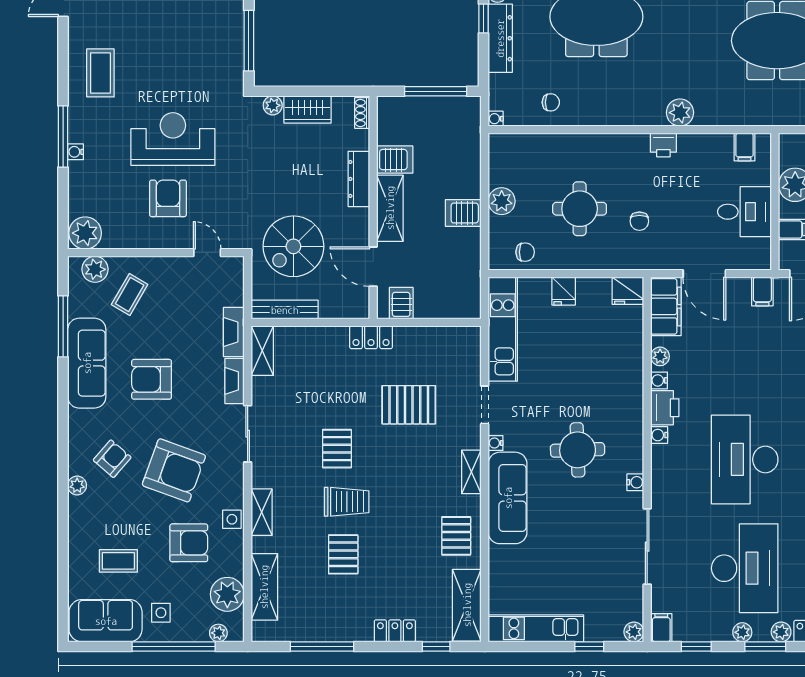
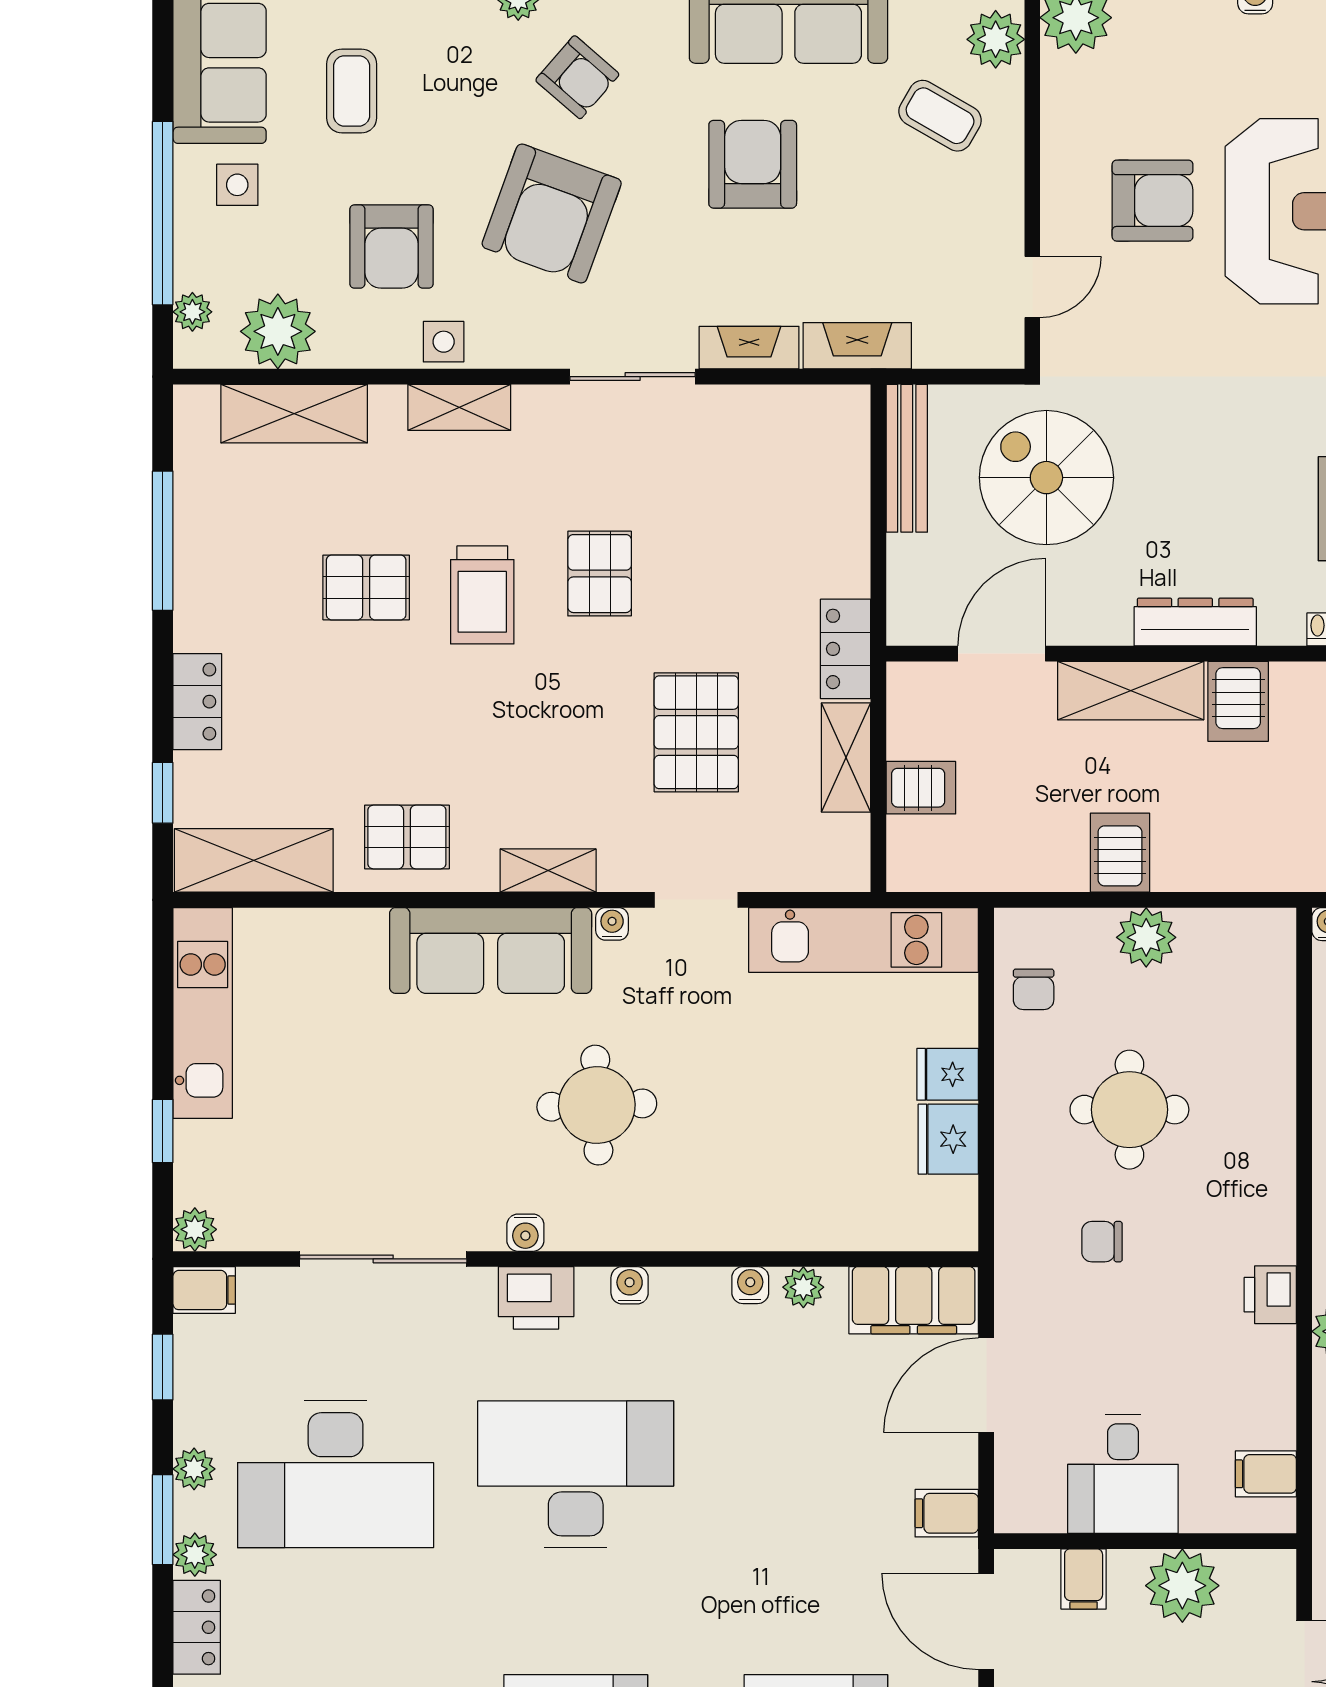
fridge: (628, 291) -> (948, 1139), moved
server rack: (401, 303) -> (921, 788), moved
shelving: (262, 351) -> (846, 757), moved, turned 90
printer: (665, 408) -> (536, 1298), moved
pallet: (337, 449) -> (600, 574), turned 90

